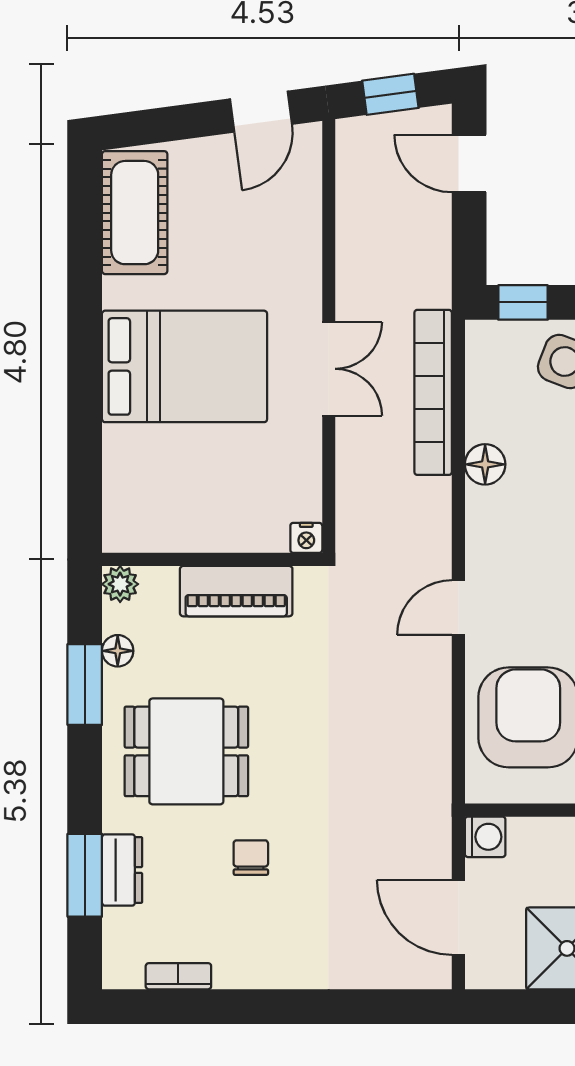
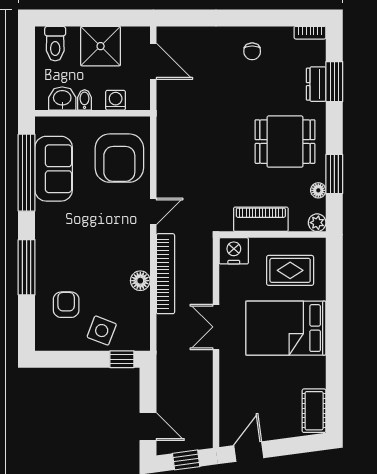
cot: (135, 213) -> (314, 411), width x0.73, depth x0.75
bookcase: (433, 392) -> (165, 274), moved
rug: (176, 486) -> (290, 270), added
nightstand: (306, 538) -> (234, 251), width x1.89, depth x1.79
washing machine: (485, 837) -> (116, 100), moved, turned 90
chair: (251, 858) -> (252, 51), moved
bookcase: (178, 976) -> (310, 33), moved

